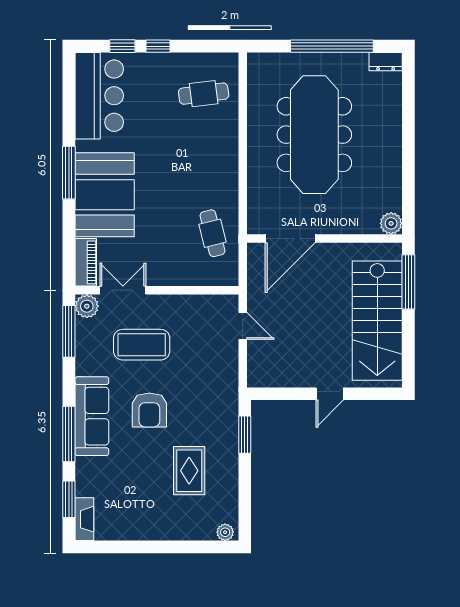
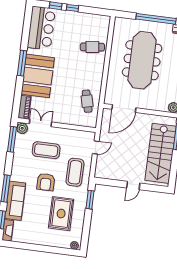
cafe table: (204, 94) -> (92, 47), moved
door: (243, 326) -> (96, 147), hinge flipped
coffee table: (207, 382) -> (75, 172), added
sofa: (92, 416) -> (15, 201), moved
rug: (189, 471) -> (61, 214), width x1.36, depth x1.43

